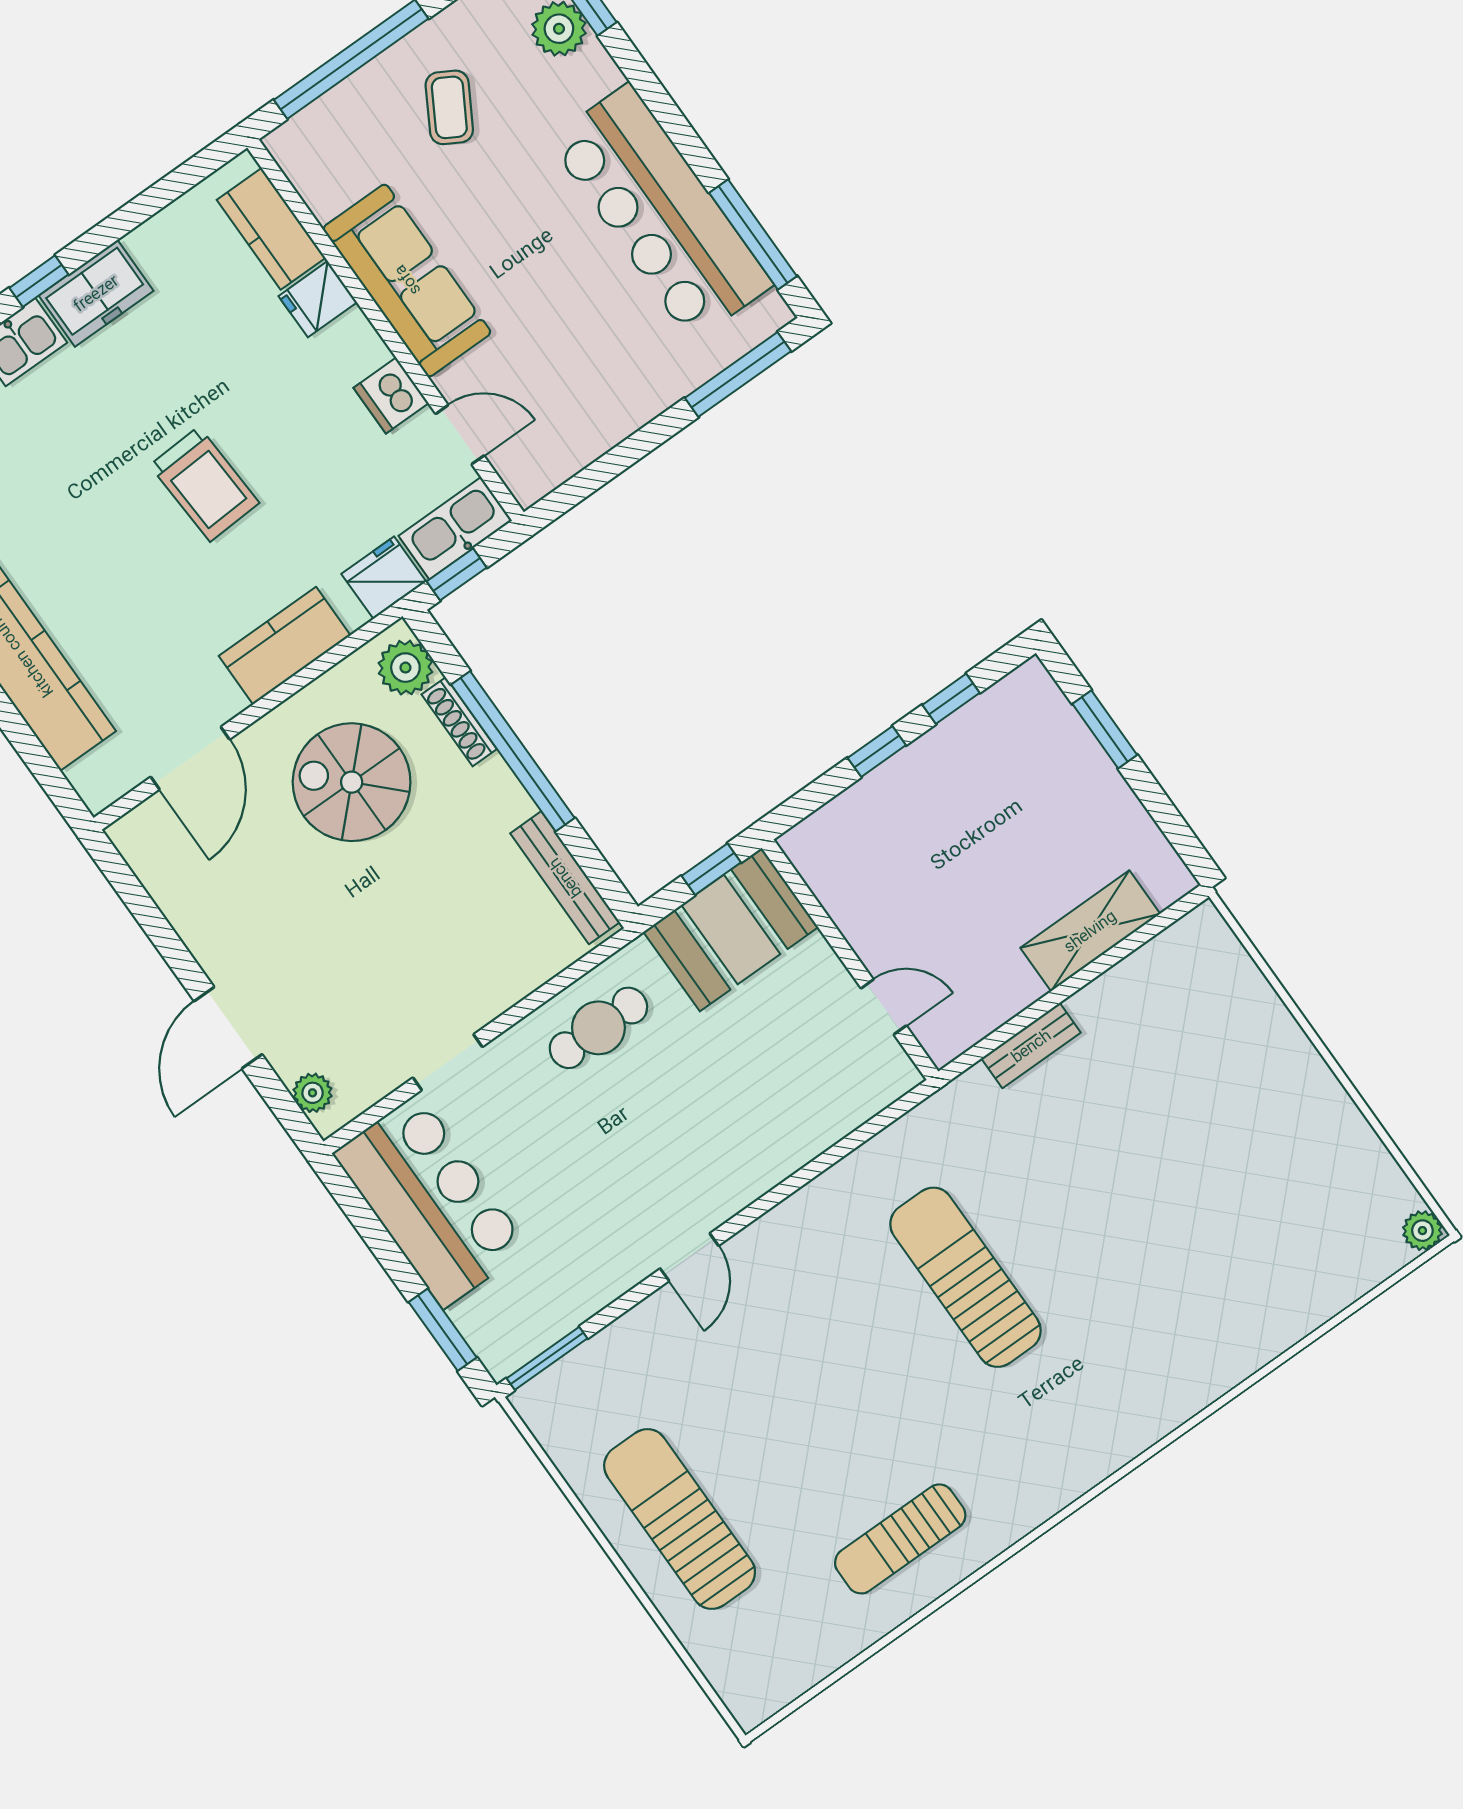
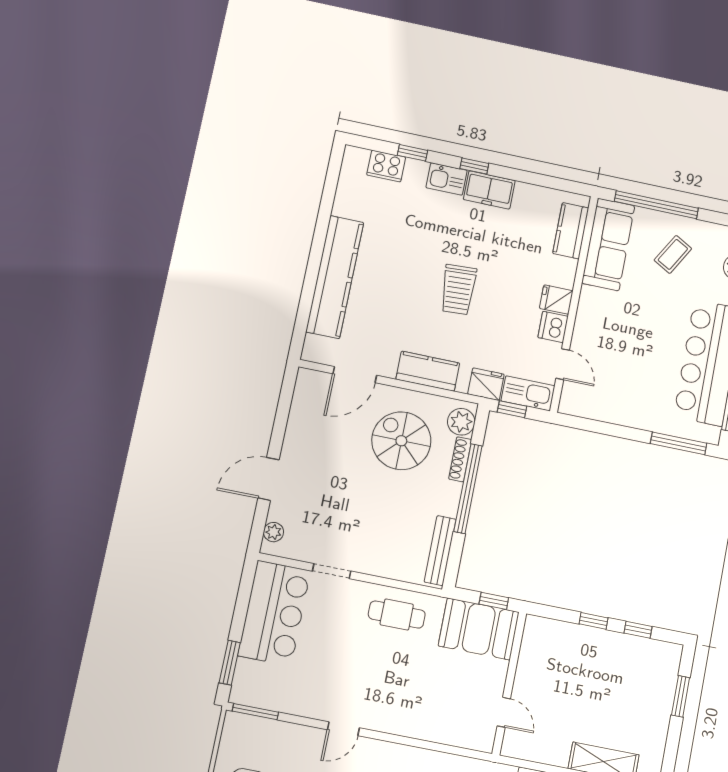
sofa: (407, 280) -> (608, 244), moved
fridge: (318, 299) -> (556, 300), moved

